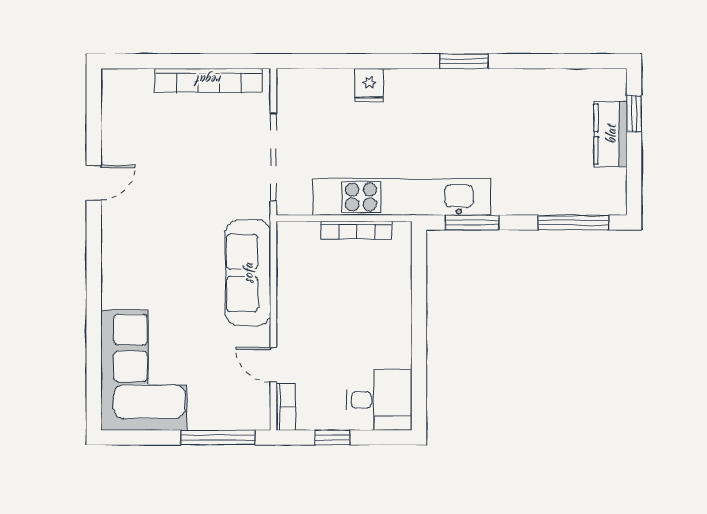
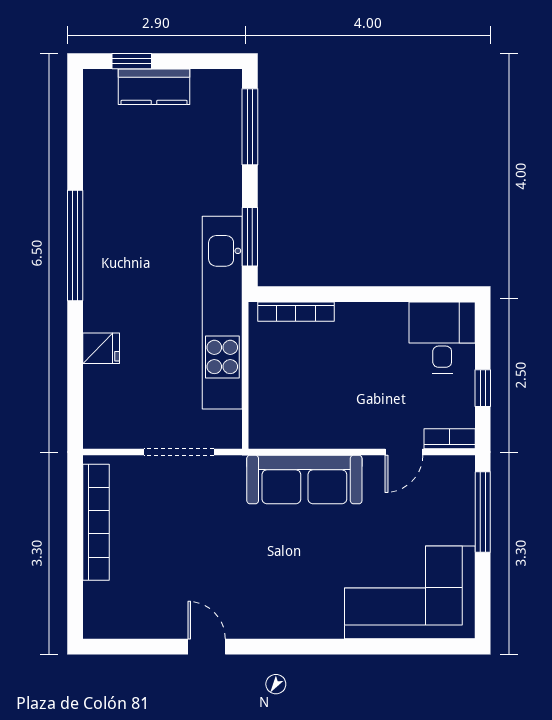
window: (464, 61) -> (75, 246), width x2.11
doorway: (273, 157) -> (179, 452), width x0.73
bookcase: (357, 230) -> (296, 312), moved, turned 90

